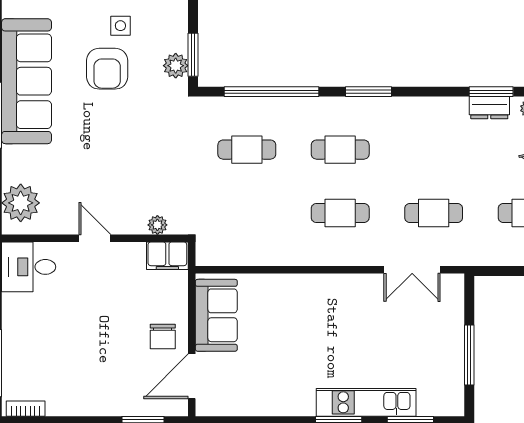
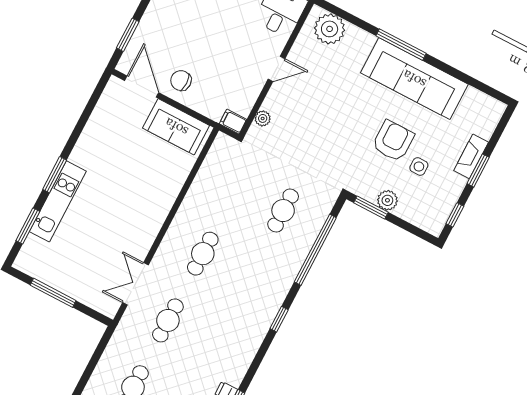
plant: (176, 66) -> (387, 200), moved
armchair: (107, 69) -> (393, 141), turned 90
window: (368, 92) -> (279, 319), width x0.67
cafe table: (340, 150) -> (248, 277), removed
filing cabinet: (167, 256) -> (233, 122), width x0.50

